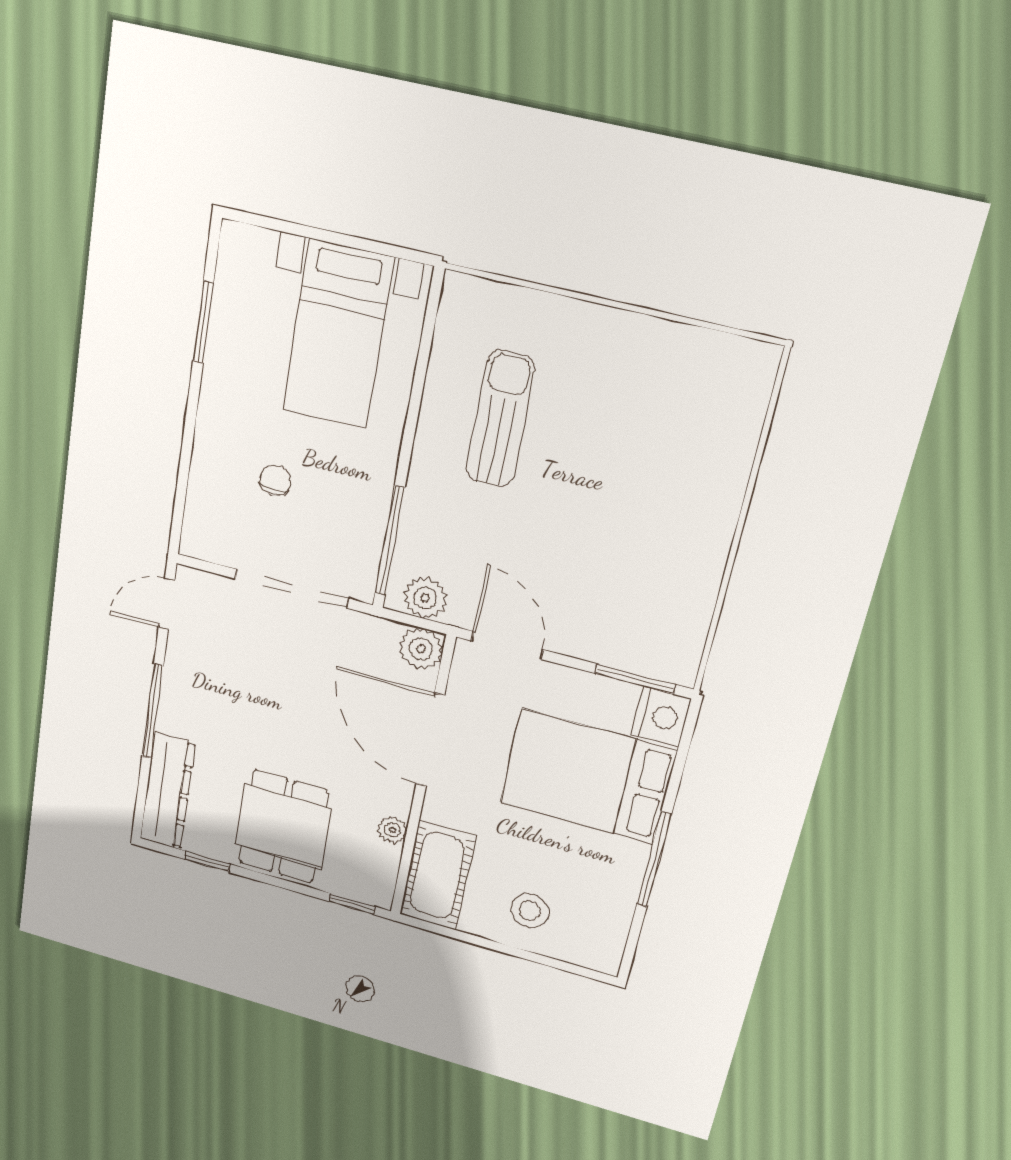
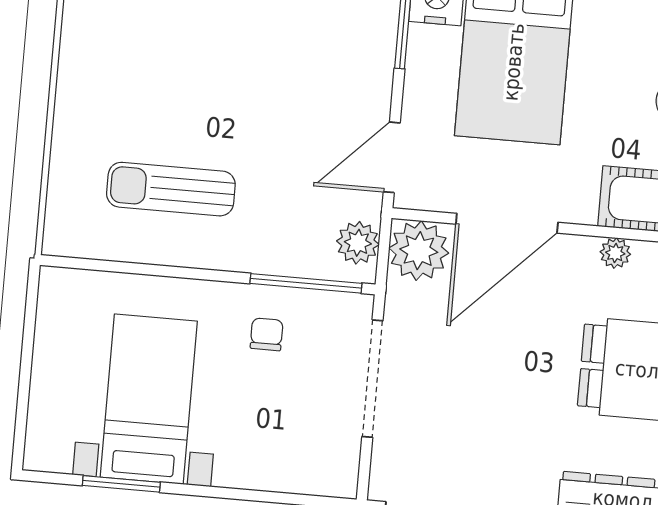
bed with nightstands: (338, 335) -> (149, 399), moved, turned -90
chair: (275, 480) -> (267, 334), moved, turned 90
plant: (421, 649) -> (419, 251), width x1.36, depth x1.36

